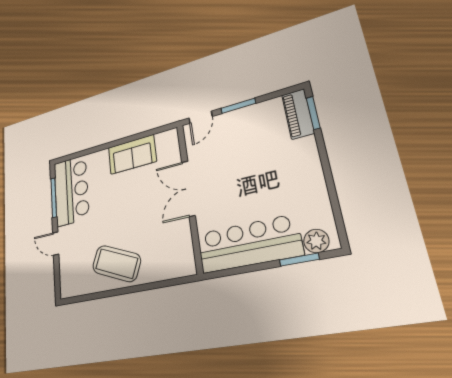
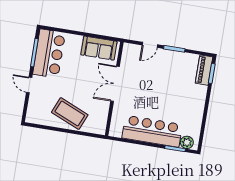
double door: (188, 188) -> (115, 84), moved
wall: (189, 196) -> (114, 89), moved

